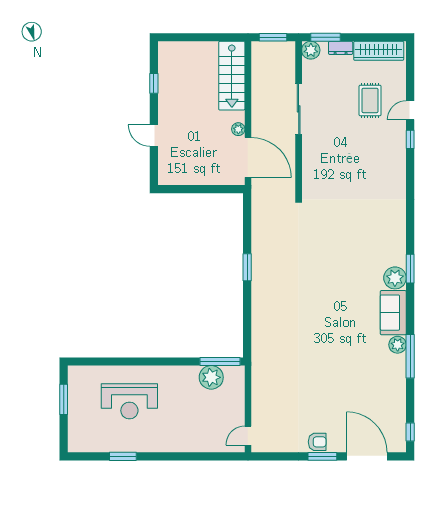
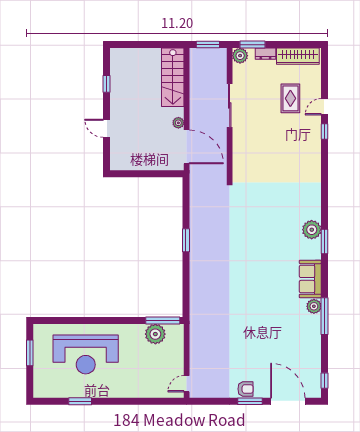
plant: (395, 278) -> (312, 230), moved
reception desk: (129, 401) -> (86, 354), width x1.36, depth x1.30

